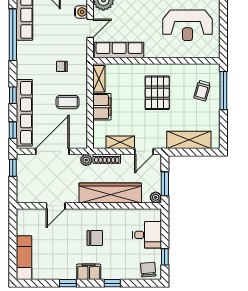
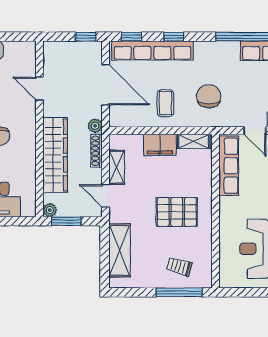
chair: (62, 66) -> (209, 96), width x1.87, depth x1.87

